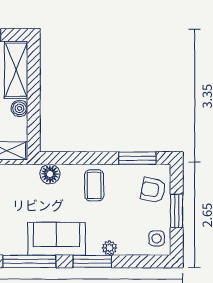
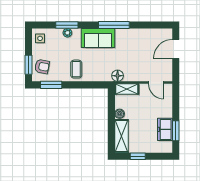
floor lamp: (50, 174) -> (118, 76), moved
window: (177, 211) -> (28, 65), moved
window: (92, 261) -> (67, 25), moved

